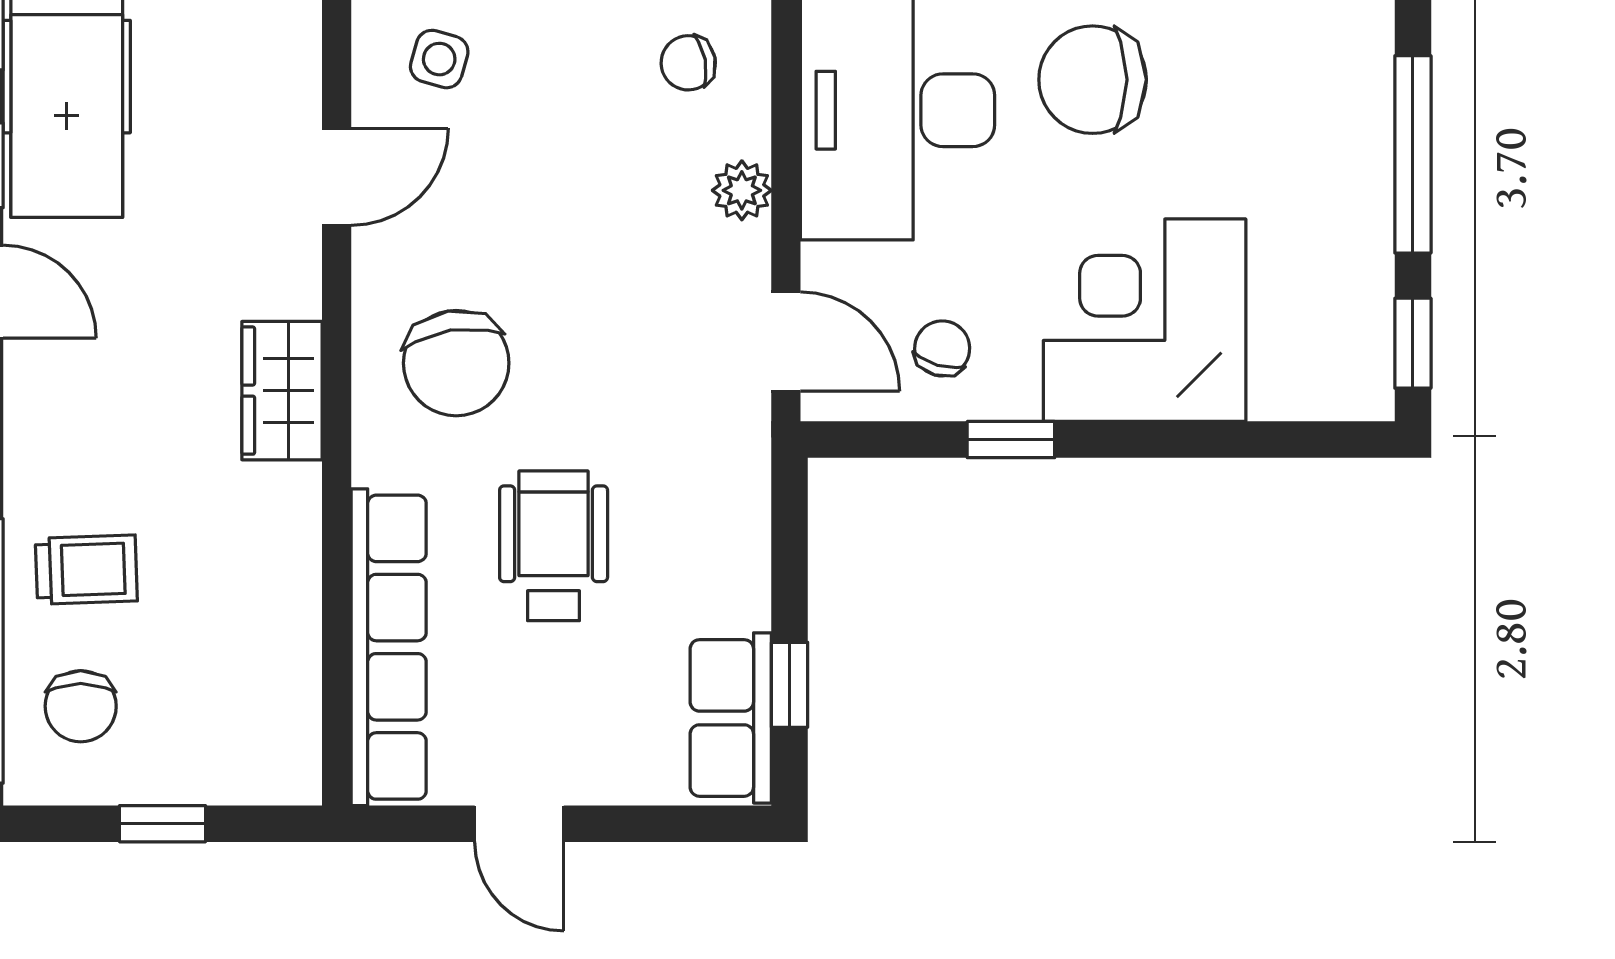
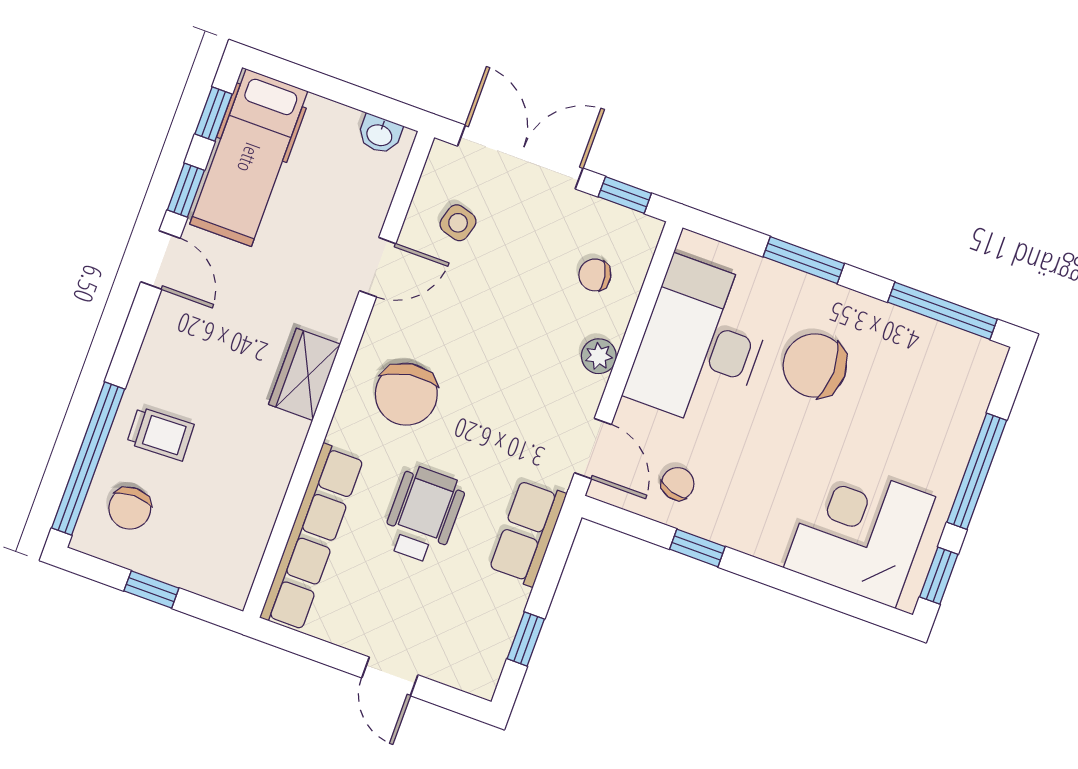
corner desk: (1145, 320) -> (859, 532), moved
row of seats: (731, 718) -> (528, 533), moved
door: (519, 824) -> (390, 676), moved

